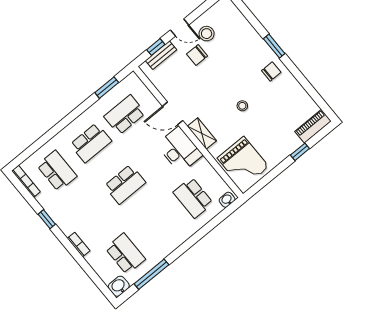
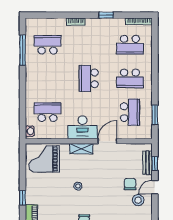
school desk: (91, 143) -> (130, 78), turned -90
school desk: (125, 254) -> (48, 45), turned 180
washbasin: (119, 286) -> (31, 25), removed

